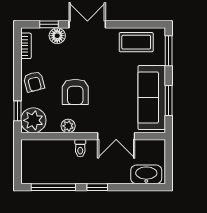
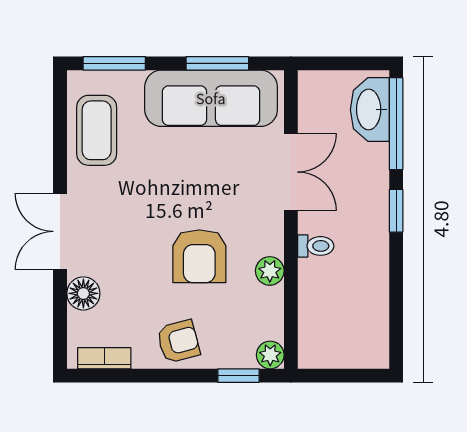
window: (49, 24) -> (60, 310), removed
armchair: (75, 92) -> (199, 256), turned 90
plant: (33, 120) -> (270, 355), width x0.53, depth x0.53
window: (53, 187) -> (396, 124), moved

